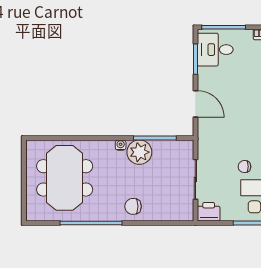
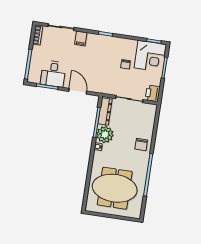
desk: (215, 50) -> (53, 74), moved
door: (195, 104) -> (78, 91), hinge flipped
dresser: (172, 147) -> (105, 112), added

